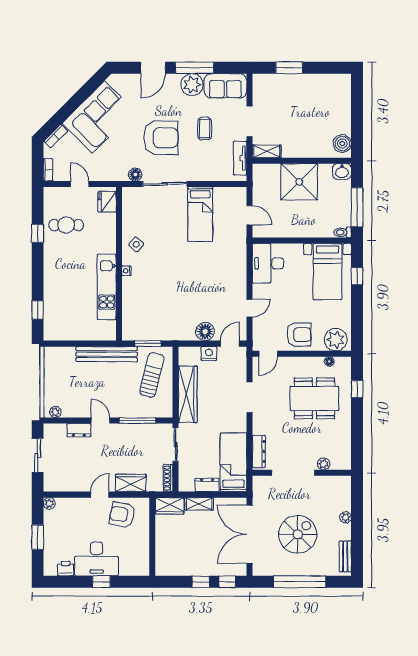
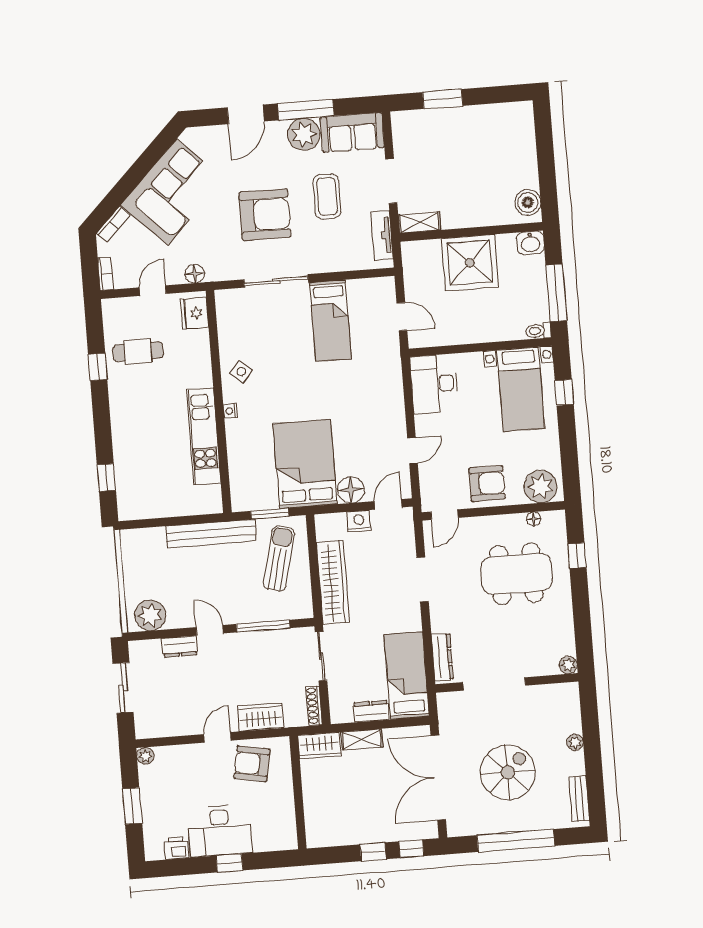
coffee table: (205, 129) -> (327, 196), width x1.36, depth x1.30
floor lamp: (135, 175) -> (195, 274), moved
door: (80, 184) -> (153, 291), hinge flipped
bed: (175, 311) -> (305, 464), added
plant: (55, 412) -> (150, 615), width x1.87, depth x1.87
plant: (324, 464) -> (568, 665), moved

